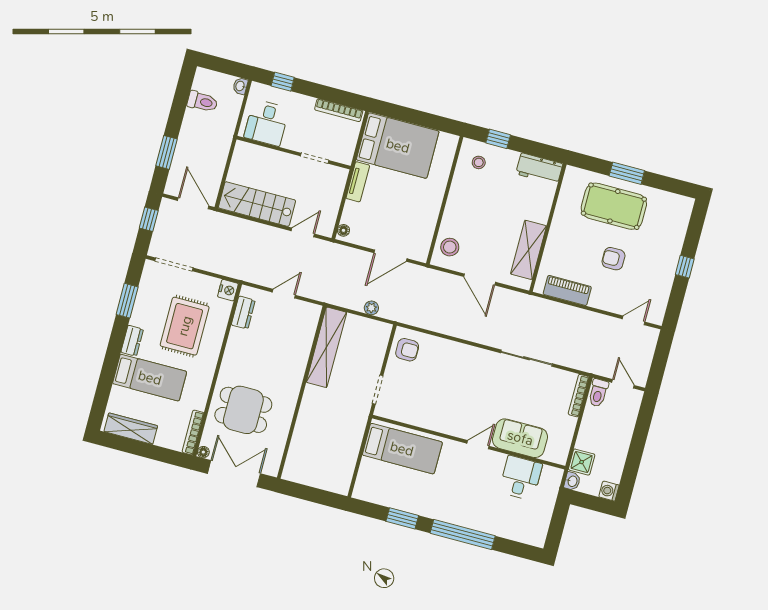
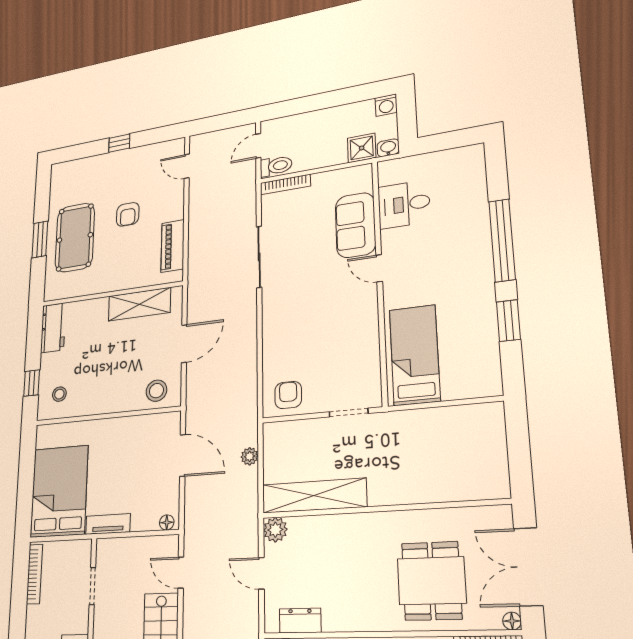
plant: (311, 312) -> (275, 530), added

